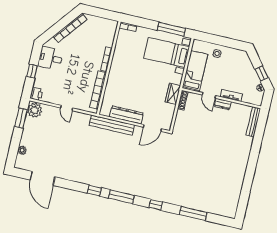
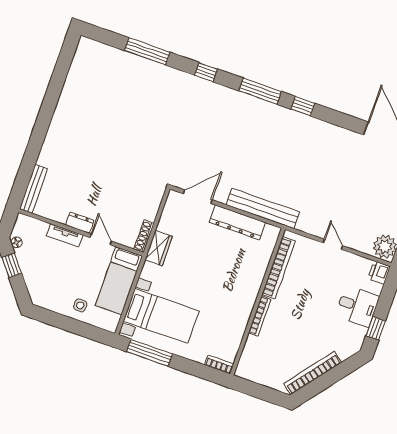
desk: (51, 58) -> (357, 306), moved
window: (32, 71) -> (376, 328), moved

